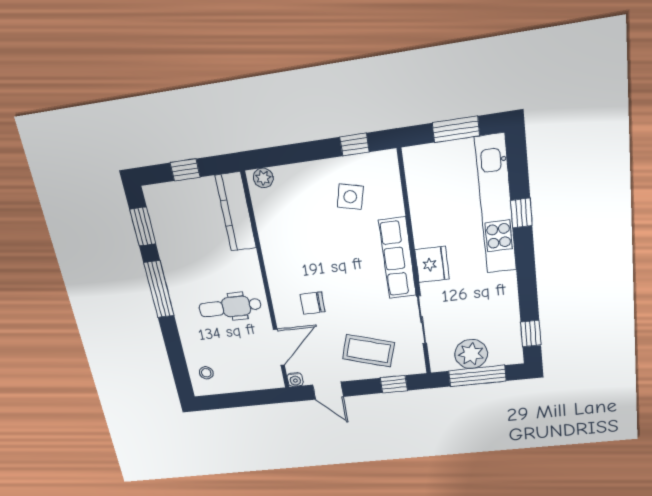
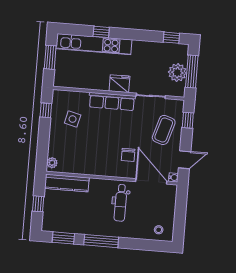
door: (279, 347) -> (151, 181), width x1.36

